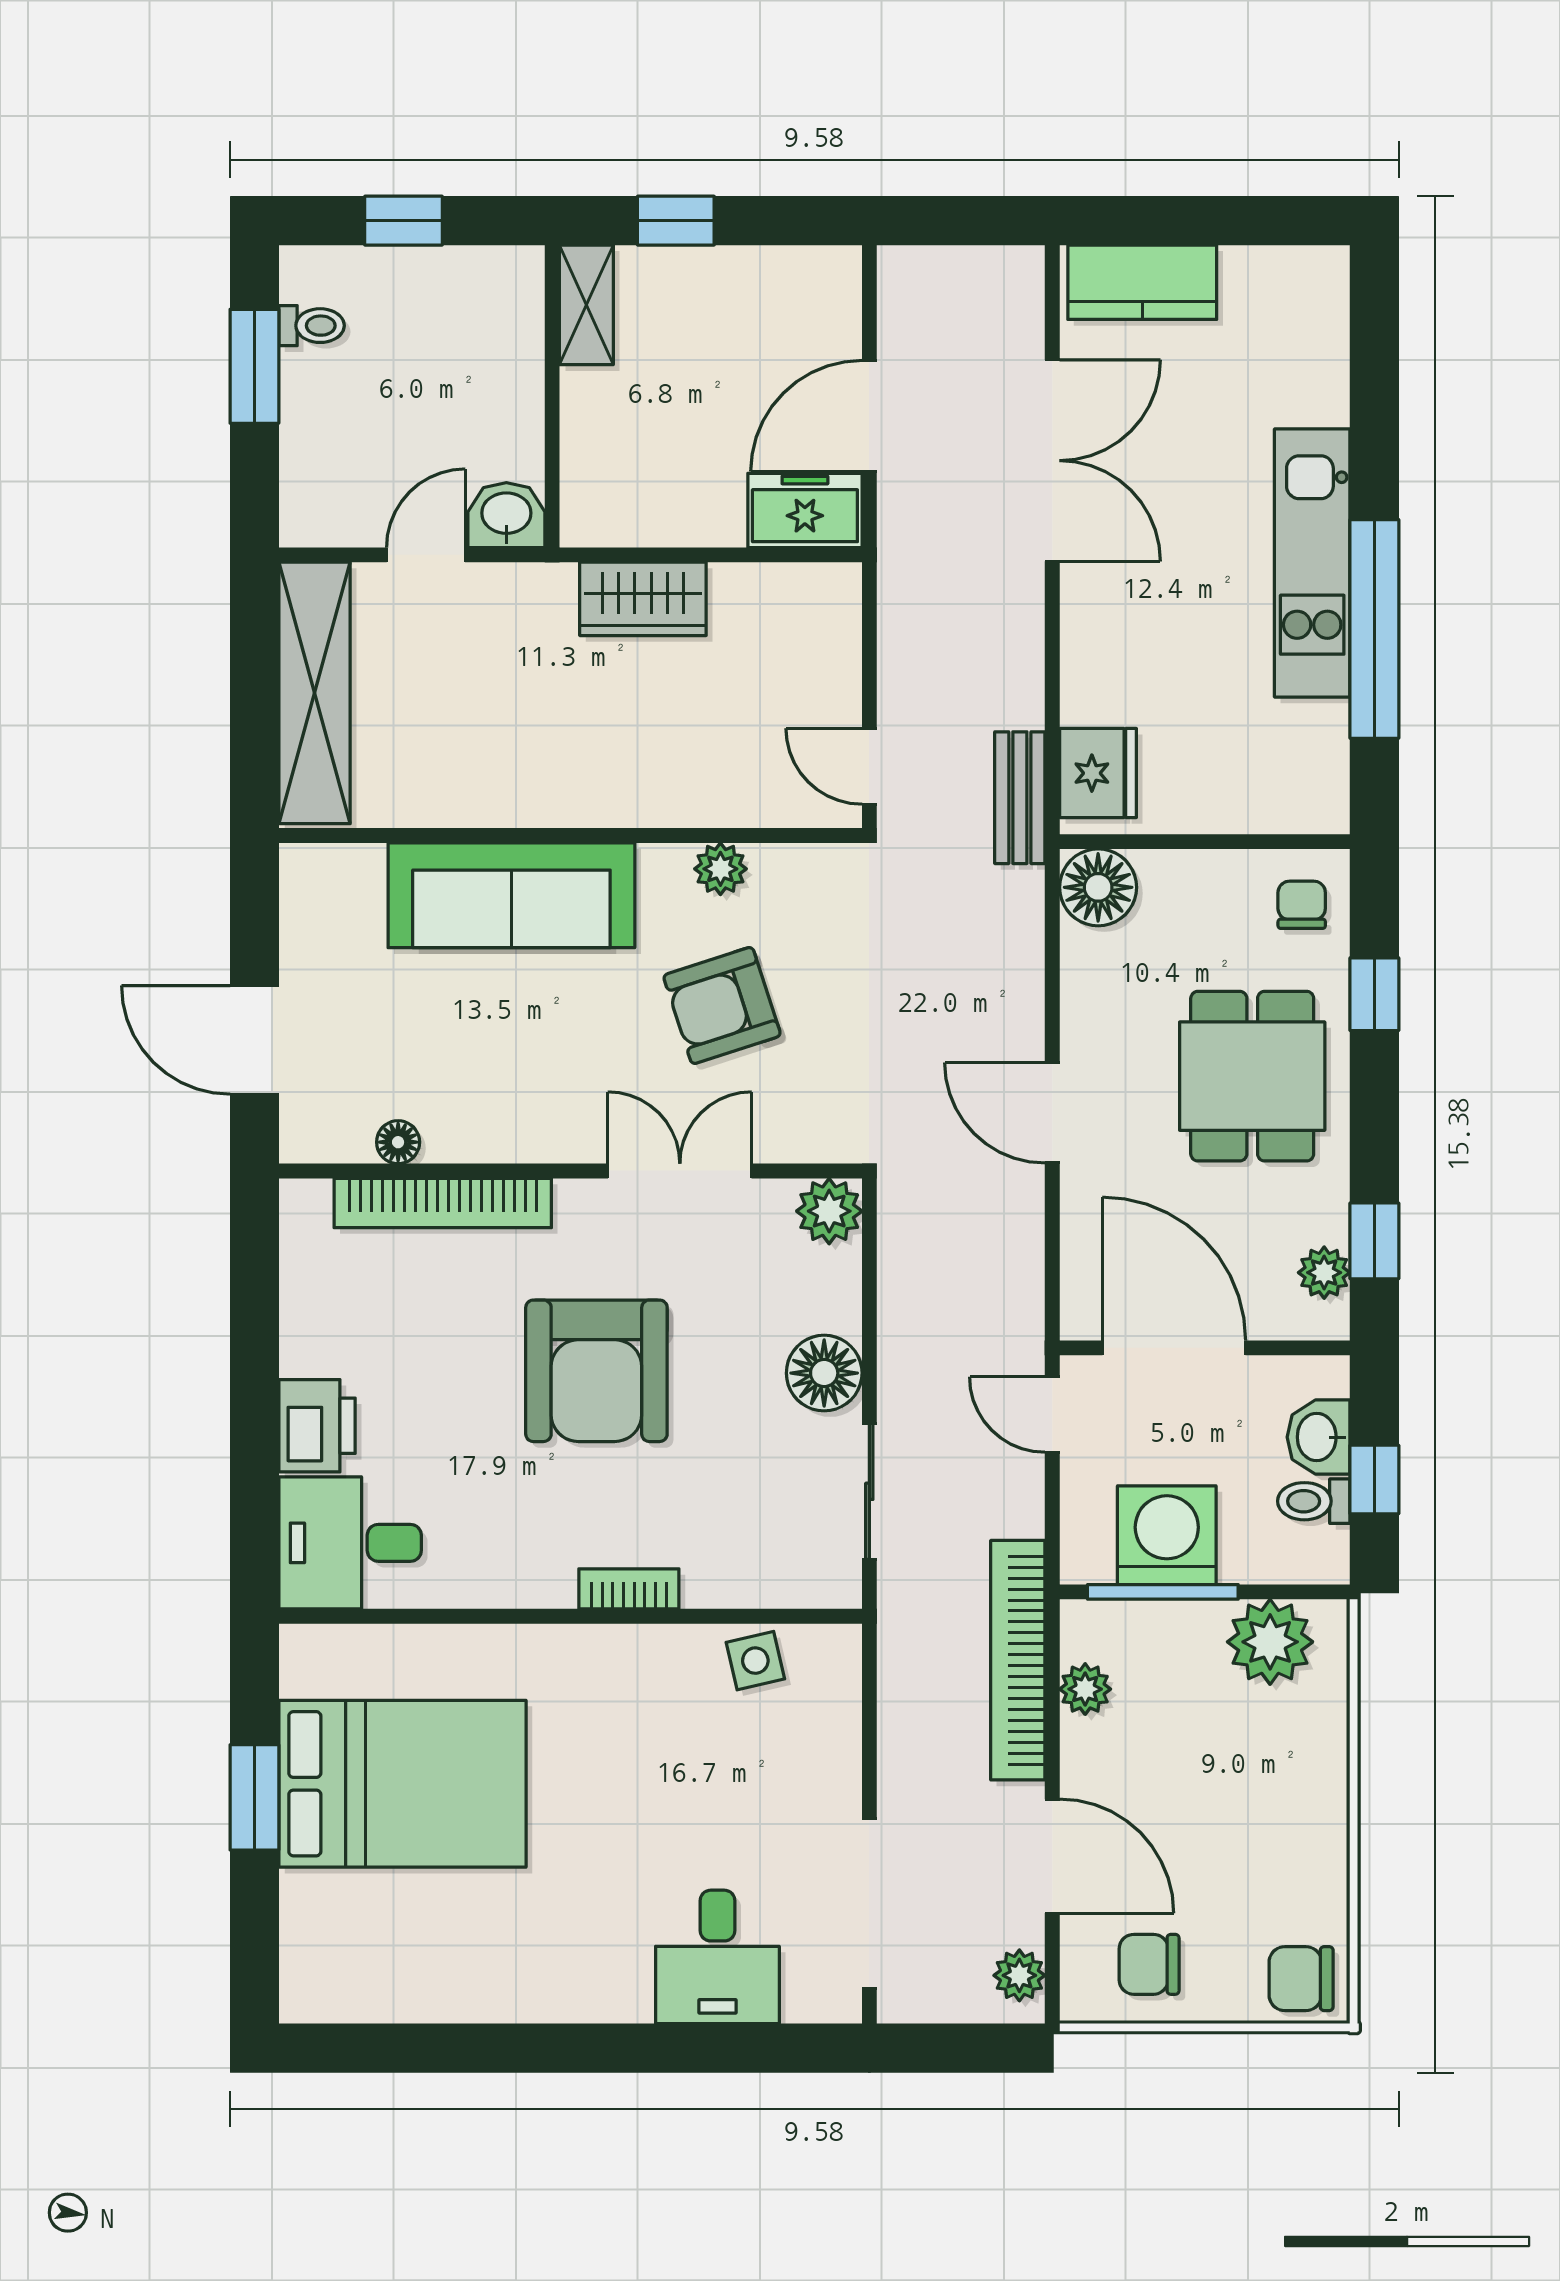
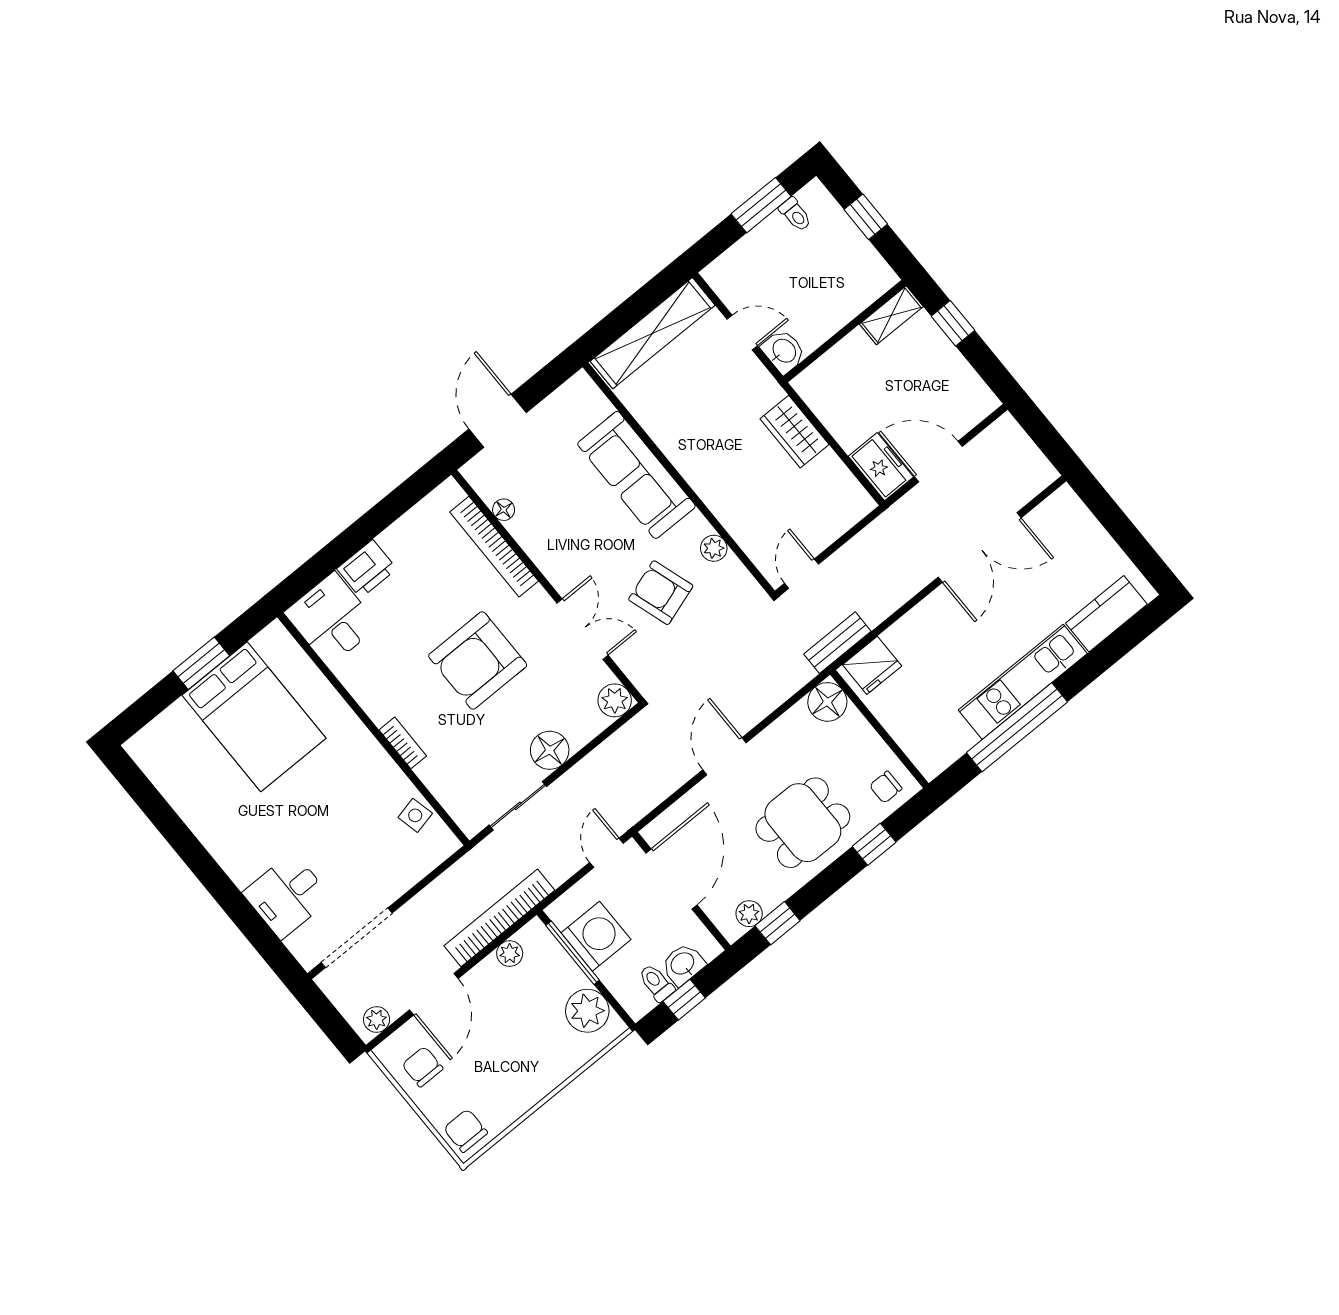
kitchen counter: (1142, 282) -> (1106, 614), moved, turned 90
chair: (1302, 905) -> (886, 787), turned 180

